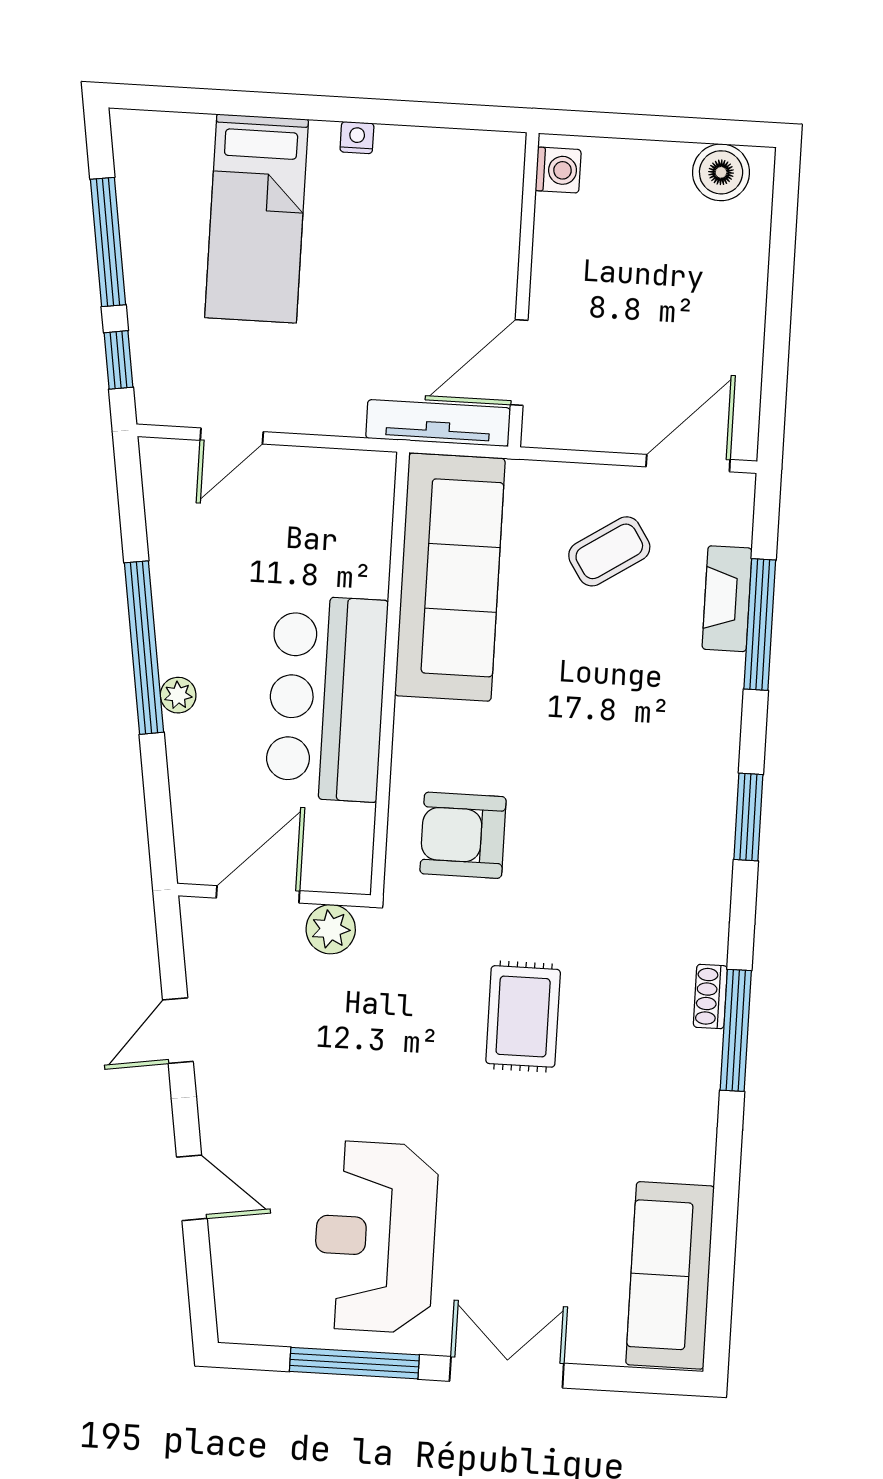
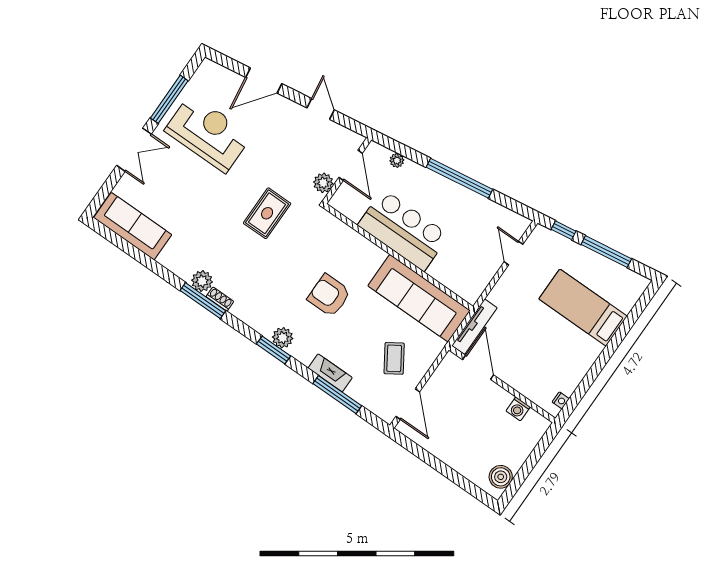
nightstand: (357, 138) -> (561, 400), moved
washing machine: (558, 170) -> (518, 409), moved
fireplace: (727, 599) -> (330, 373), moved
plant: (178, 695) -> (397, 160), moved
plant: (711, 814) -> (283, 338), added
armchair: (463, 835) -> (329, 295), moved, turned -90
rug: (523, 1016) -> (267, 213), moved, turned 90
plant: (696, 1058) -> (202, 281), added
door: (192, 1188) -> (264, 80), width x1.38

